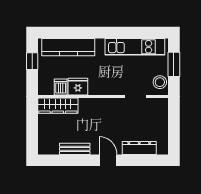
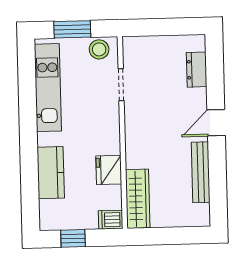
kitchen counter: (68, 47) -> (51, 173), width x0.67
dishwasher: (61, 87) -> (111, 220), moved
dresser: (139, 148) -> (197, 70), width x0.70
bench: (75, 149) -> (201, 172), width x1.36

